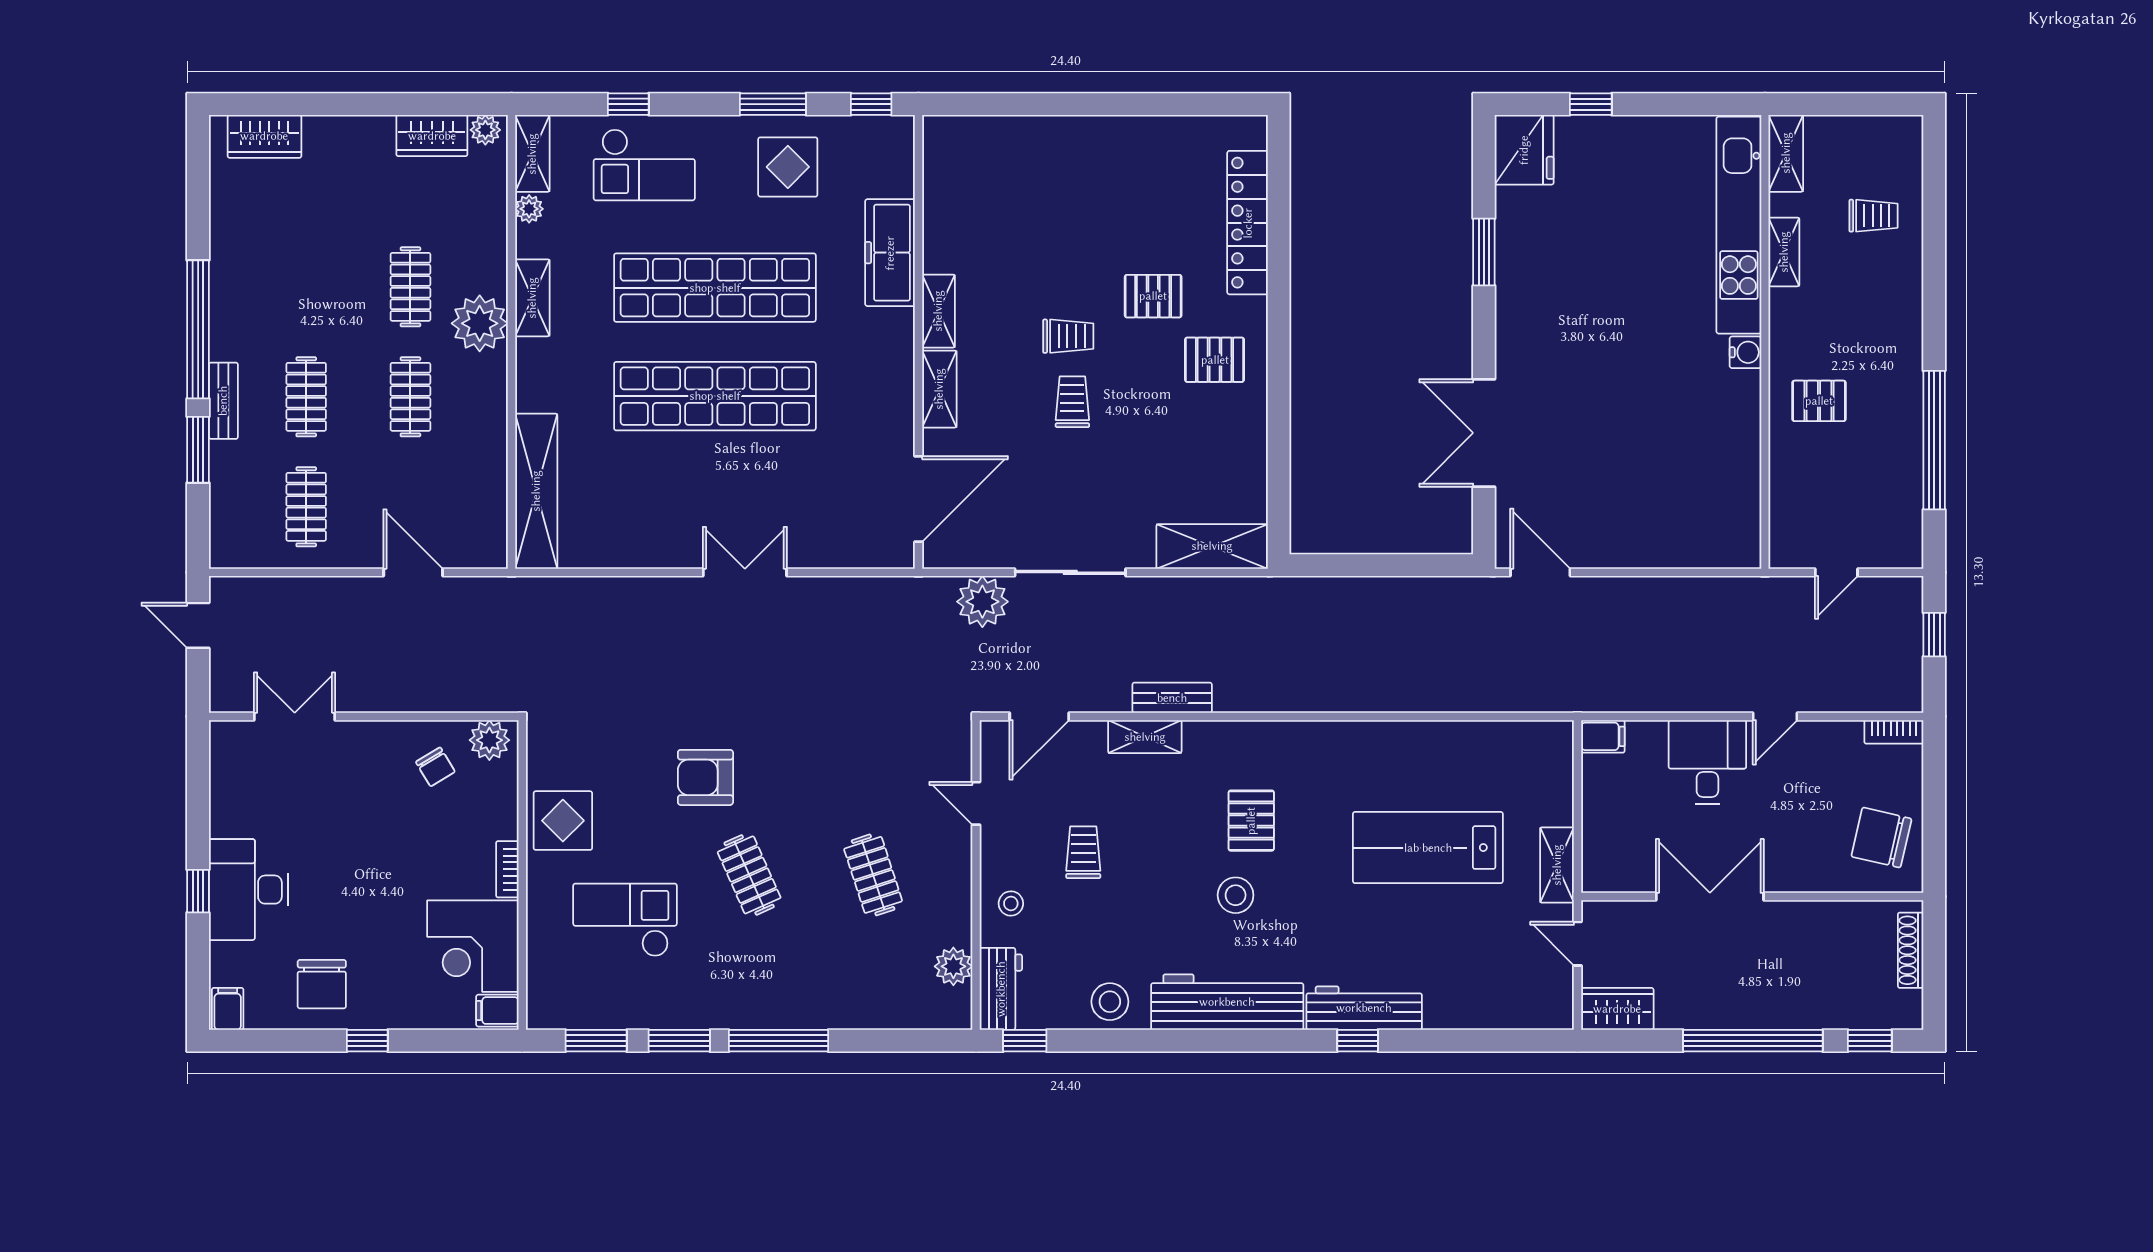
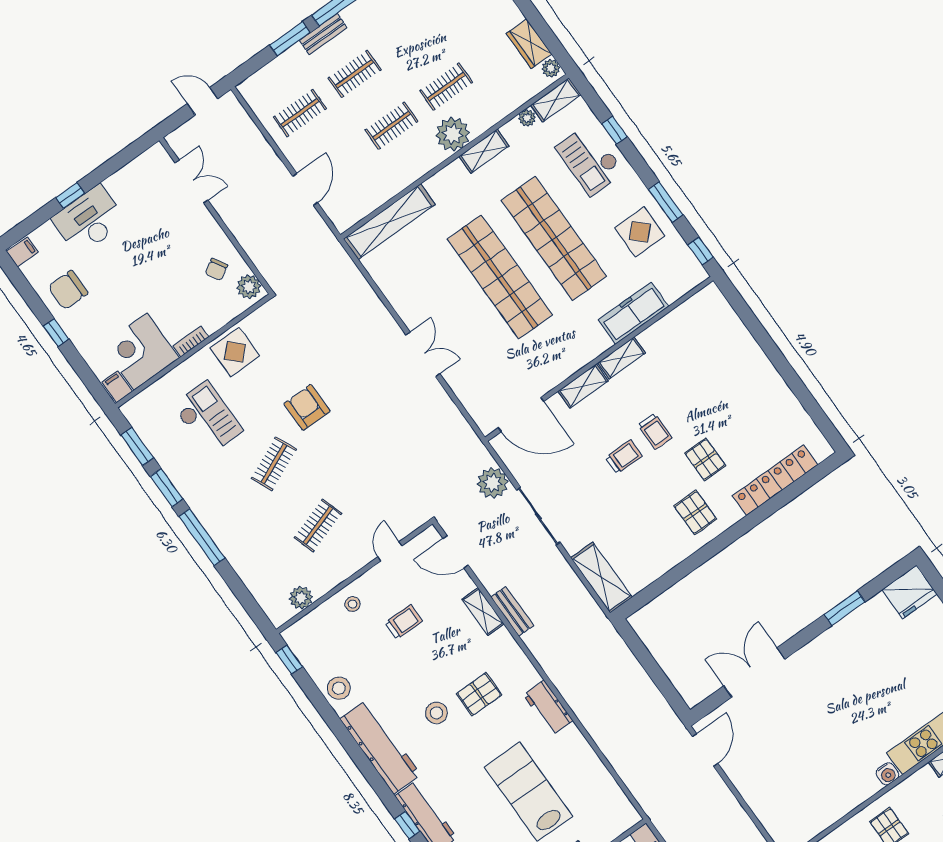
door: (198, 625) -> (203, 101), hinge flipped
workbench: (1001, 989) -> (548, 708), moved, turned 90

